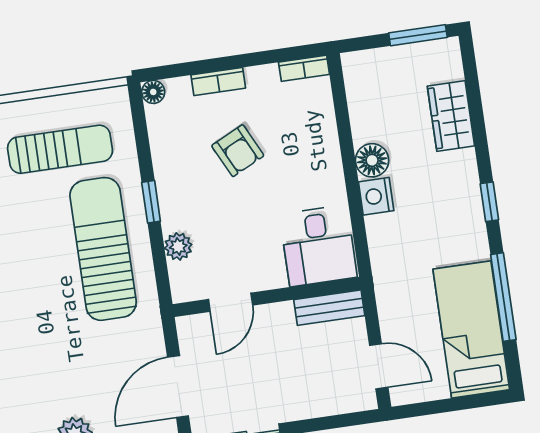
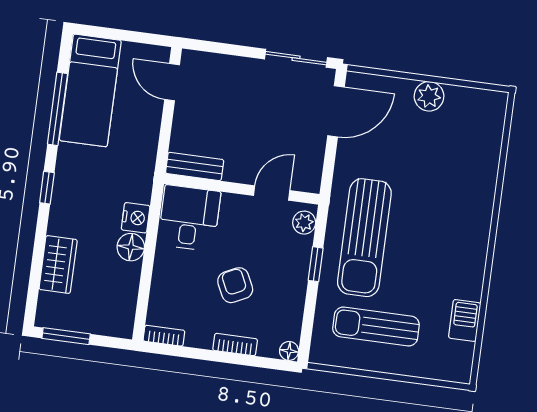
desk: (318, 246) -> (189, 218), moved
wall: (267, 297) -> (242, 189), moved
door: (231, 302) -> (272, 193), moved
bench: (329, 308) -> (195, 166), moved

